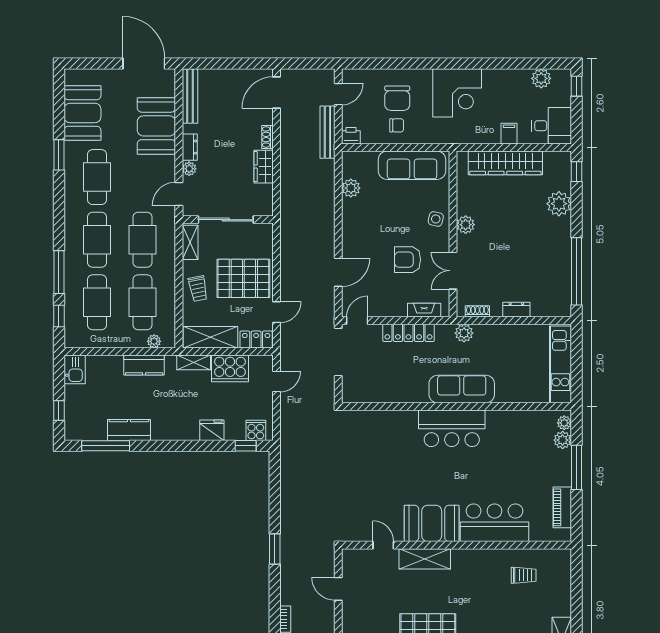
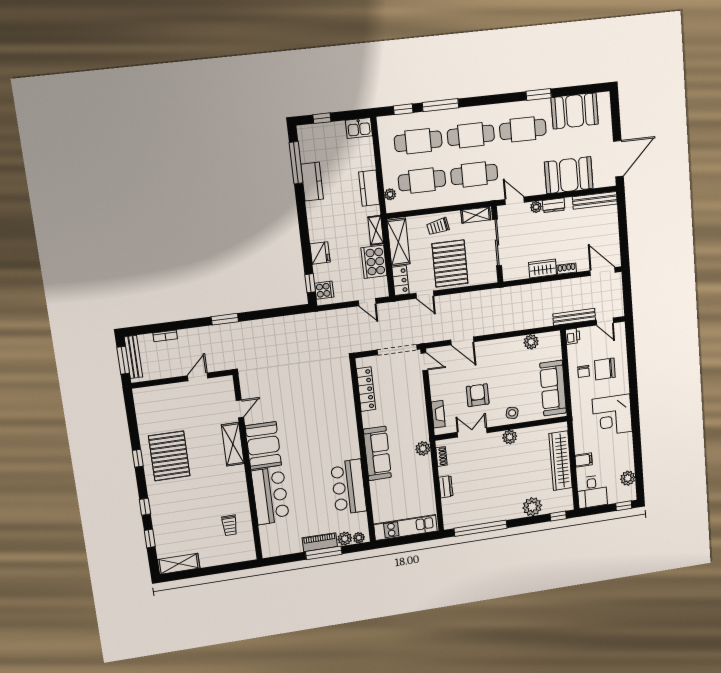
locker: (408, 333) -> (366, 389), moved, turned 180
bar counter: (452, 428) -> (349, 487), moved
piano: (562, 507) -> (320, 542), moved

